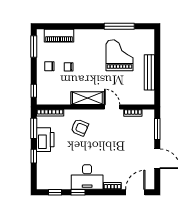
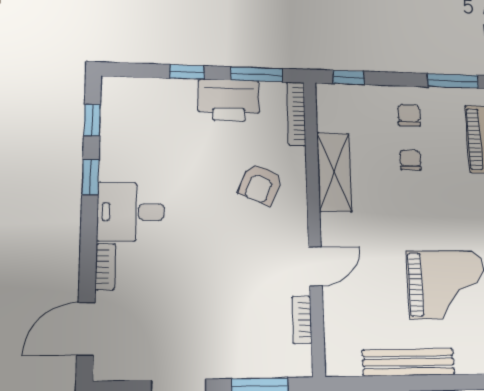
shelving: (87, 98) -> (334, 172), moved
desk: (87, 177) -> (131, 212), width x0.73
door: (135, 192) -> (86, 329), swing flipped

